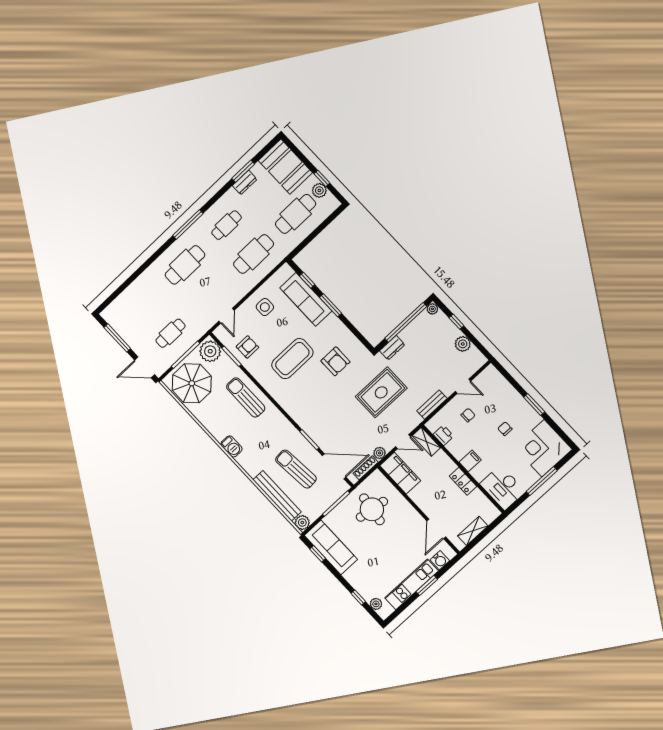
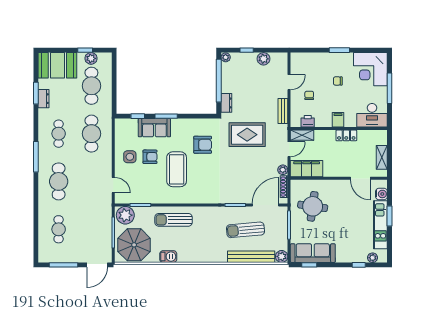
sofa: (306, 299) -> (154, 128), width x0.73
cafe table: (171, 333) -> (59, 229), moved
armchair: (247, 347) -> (150, 157), moved, turned 90
rug: (381, 392) -> (247, 135), turned 90
barbecue: (232, 446) -> (168, 257), moved

